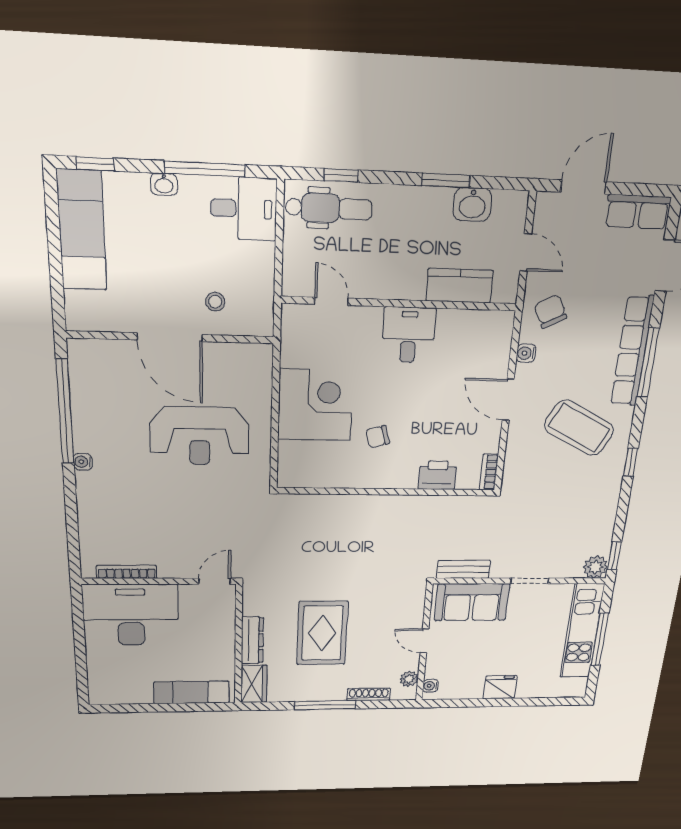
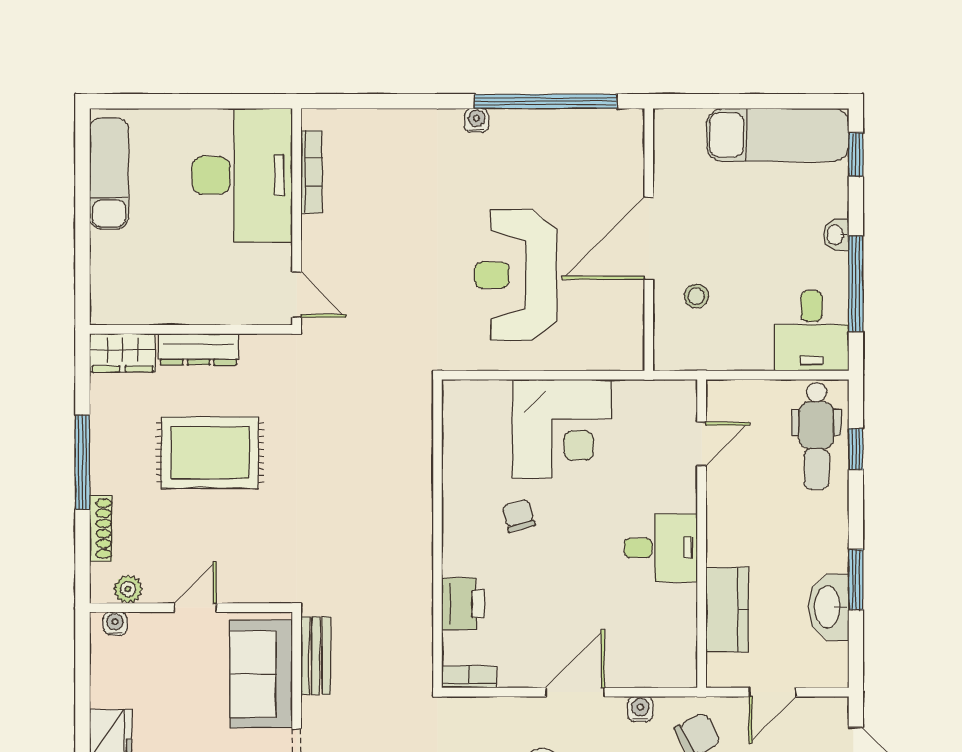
washbasin: (472, 205) -> (829, 607), width x1.38
exam couch: (192, 692) -> (109, 173), moved

